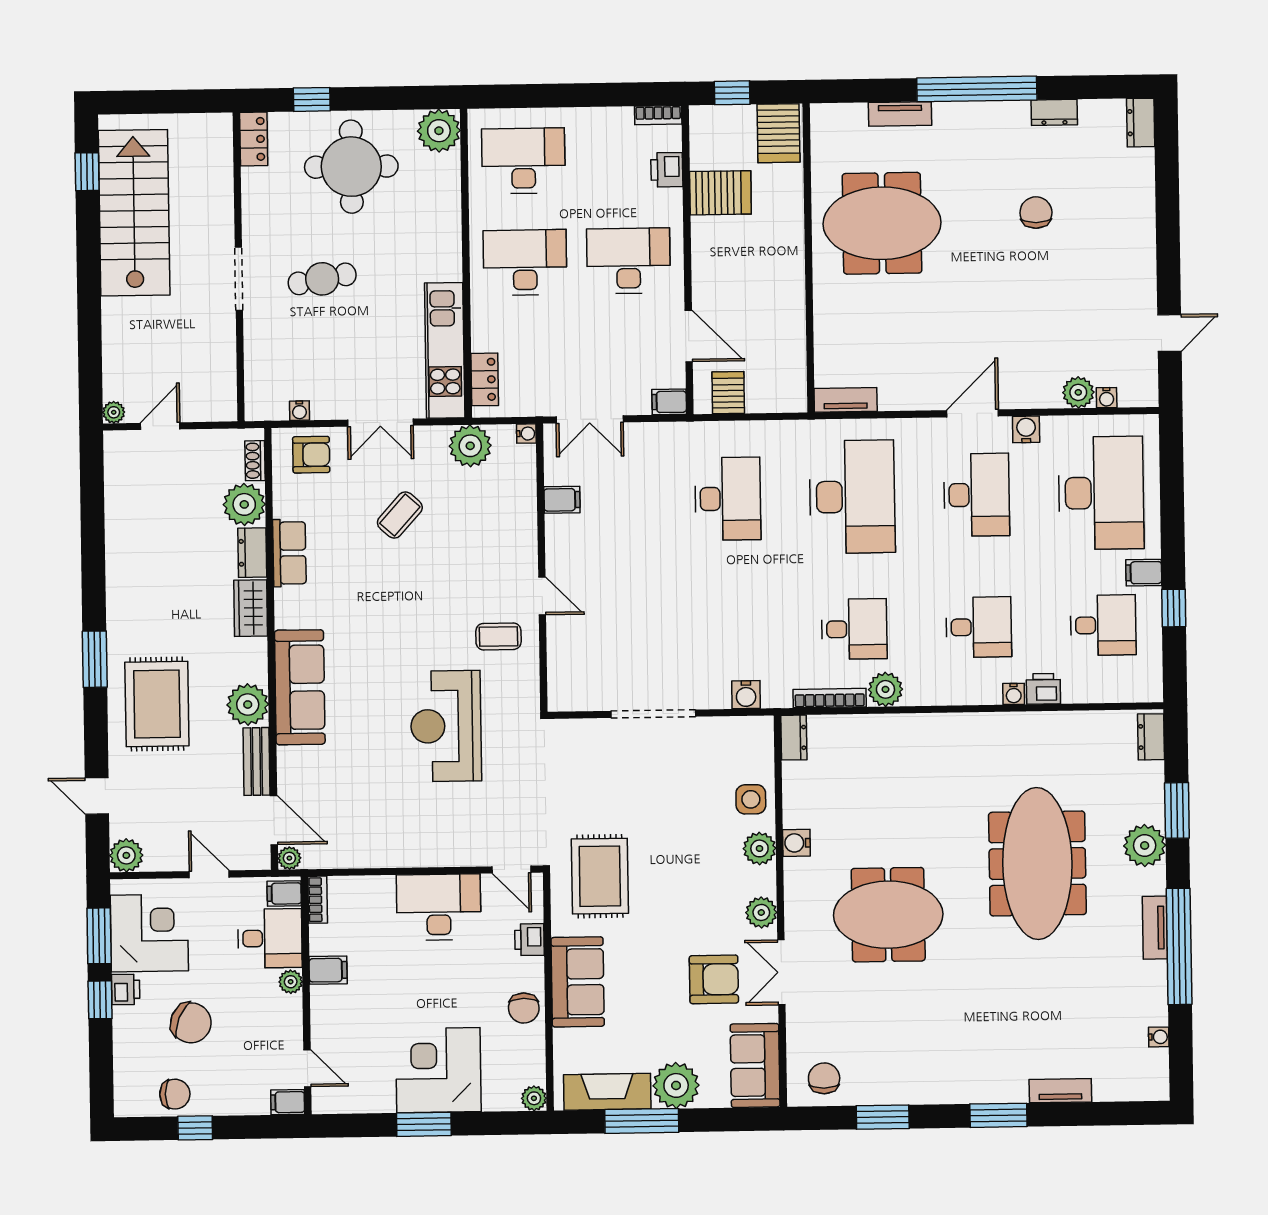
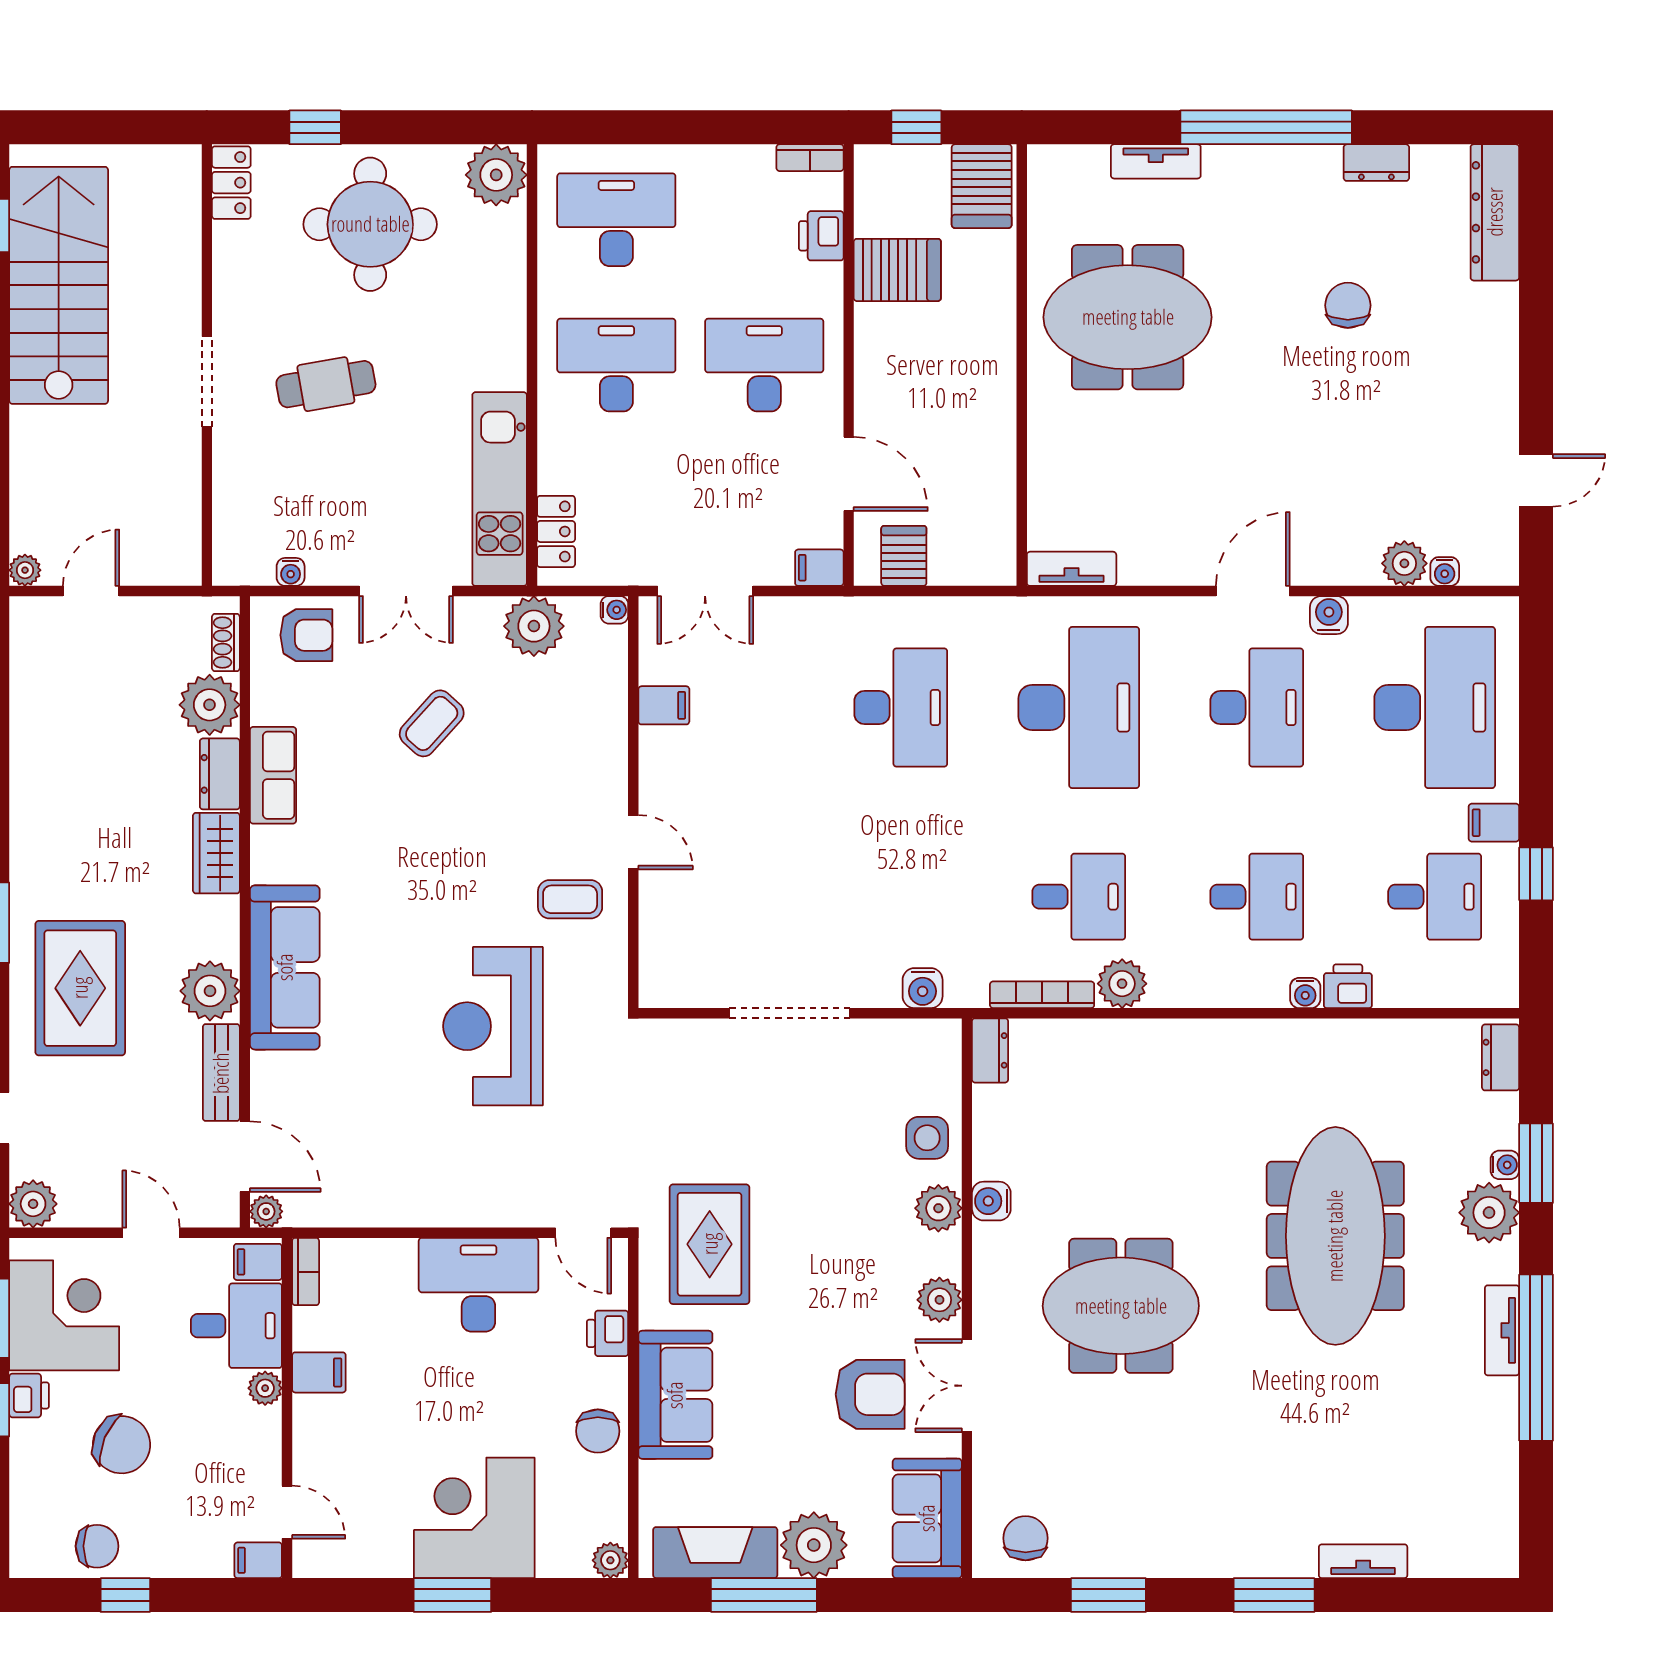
dresser: (1141, 123) -> (1495, 212), width x1.96, depth x1.24
water cooler: (1159, 1037) -> (1505, 1165), moved

